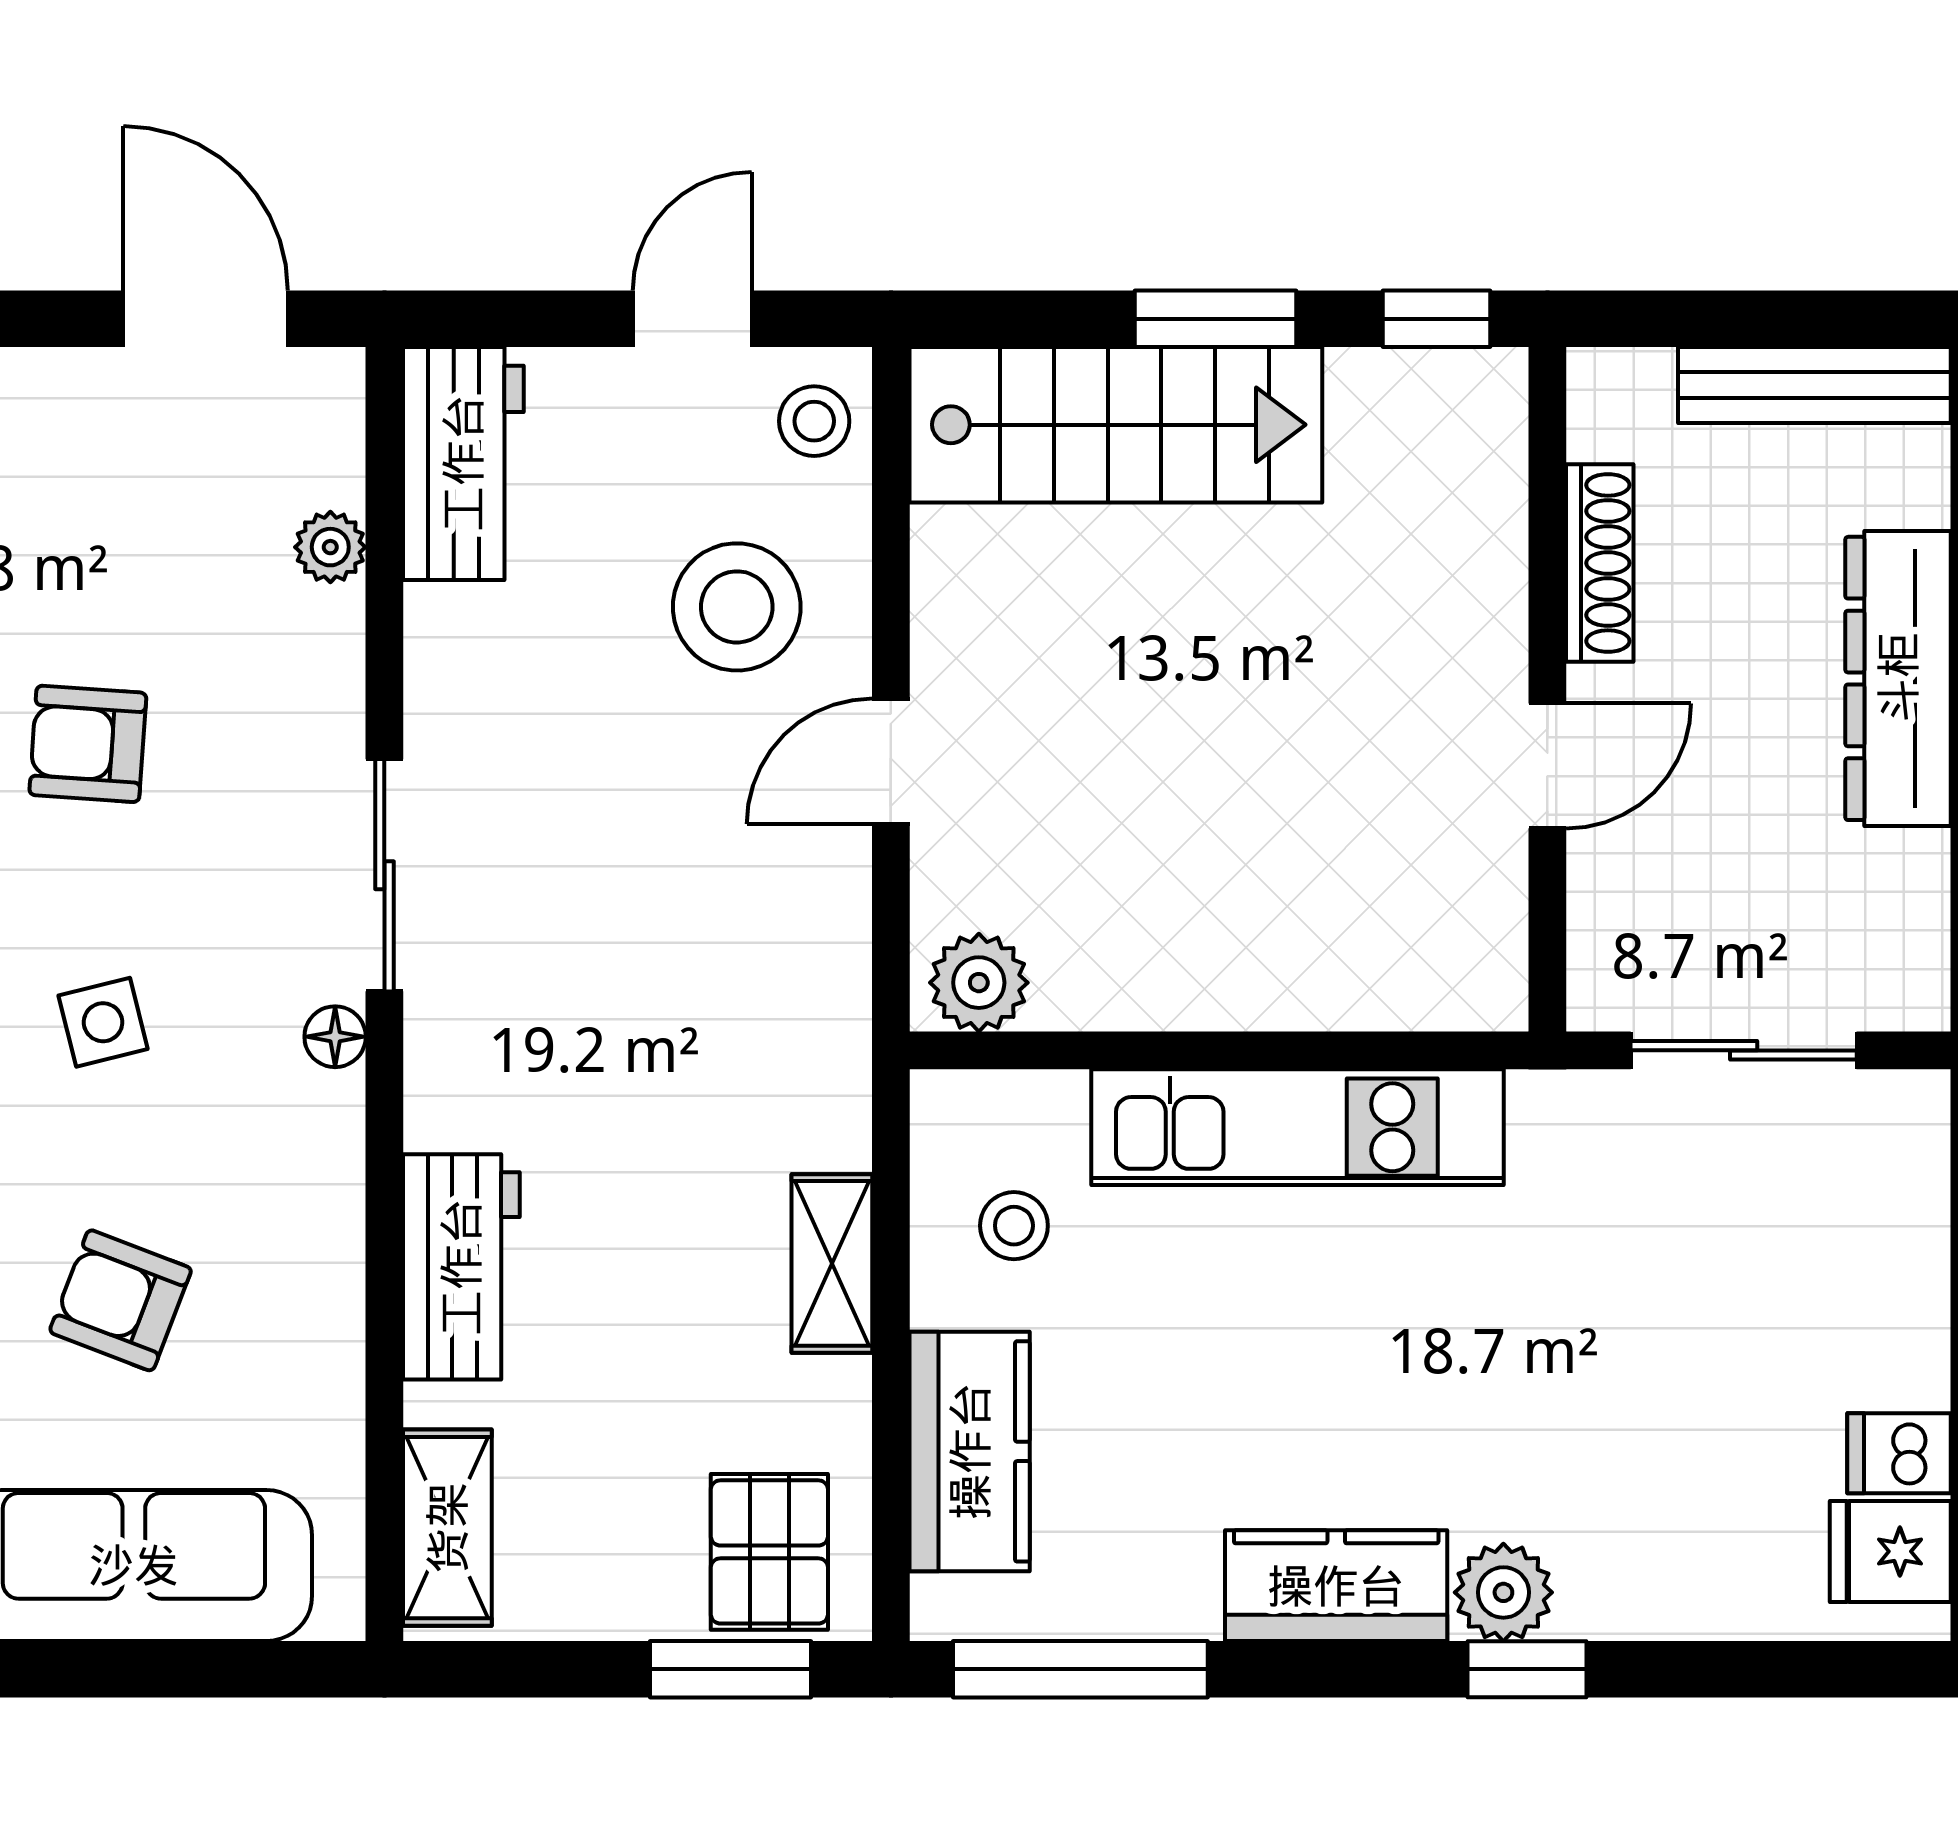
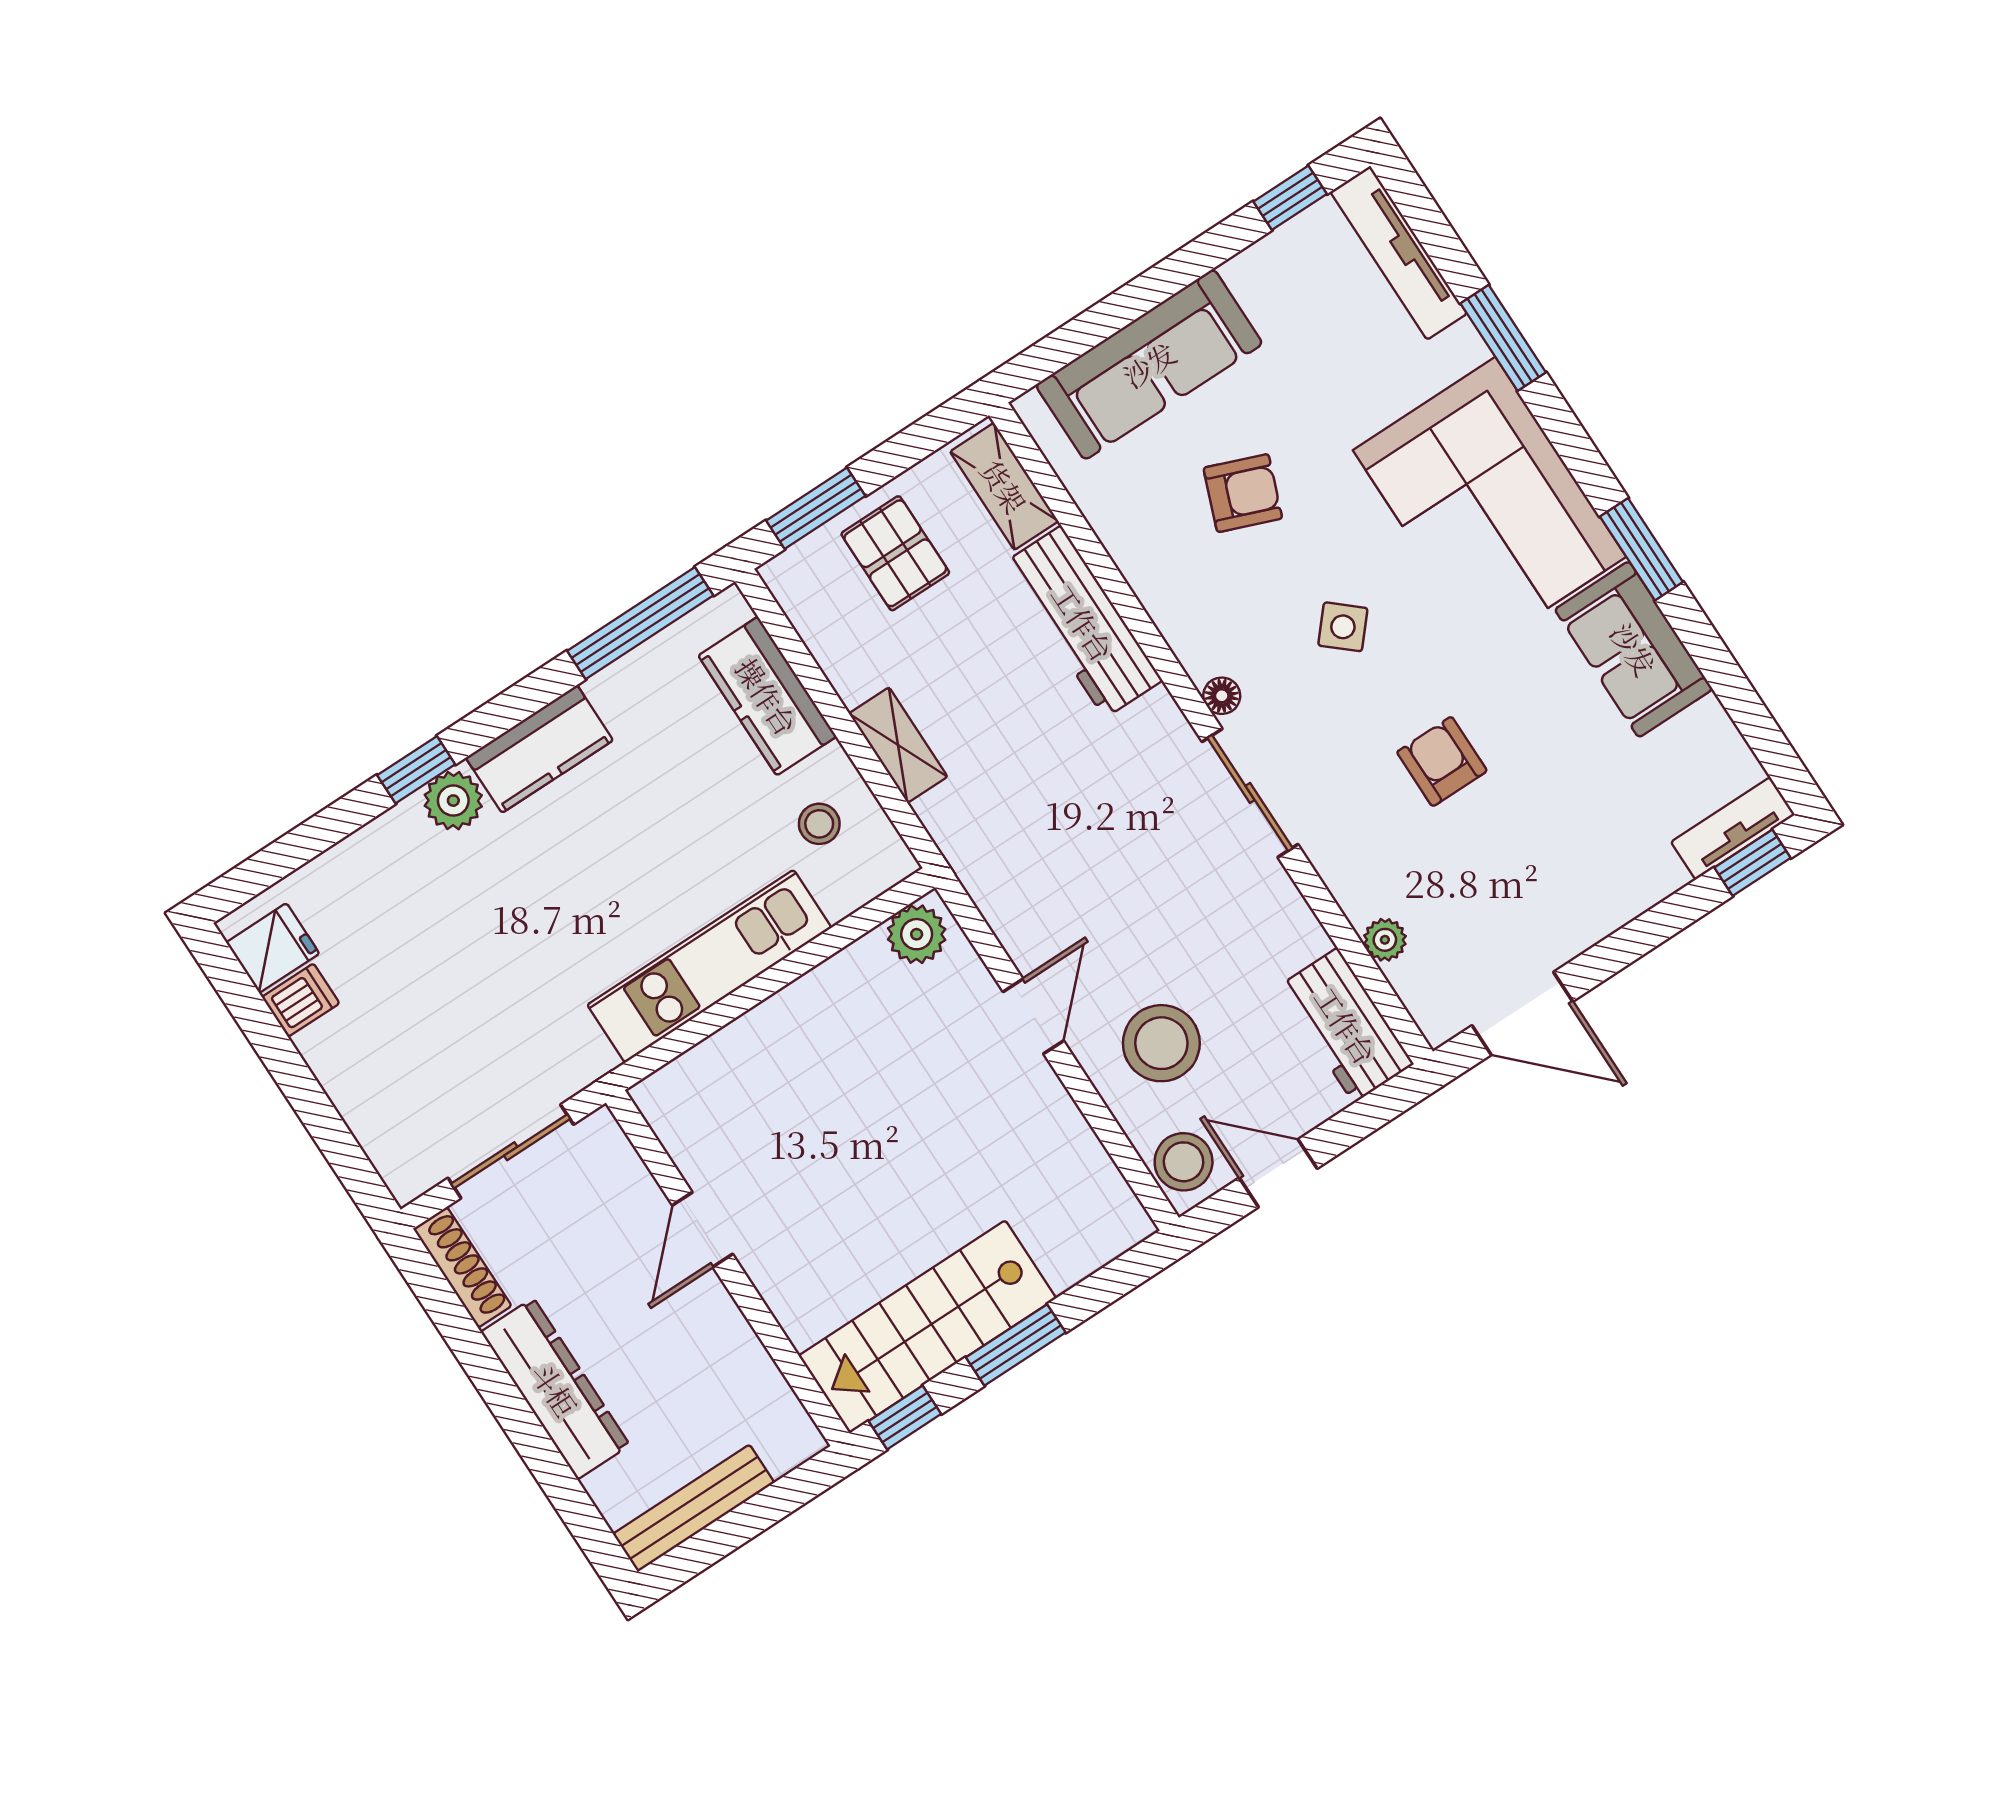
door: (692, 319) -> (1278, 1173), swing flipped
stool: (814, 421) -> (1184, 1162), width x1.37, depth x1.37
stairs: (1116, 425) -> (927, 1327), moved
shoe rack: (1600, 563) -> (462, 1267), moved, turned 180
armchair: (88, 744) -> (1442, 761), turned -94
side table: (103, 1022) -> (1343, 627), turned -35
workbench: (461, 1267) -> (1083, 622), width x1.38
pallet: (769, 1552) -> (895, 553), moved

